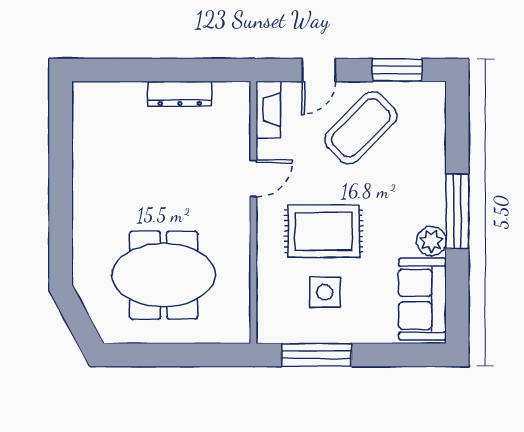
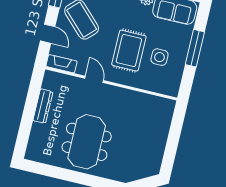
meeting table: (164, 275) -> (87, 142), moved
window: (316, 355) -> (195, 48), moved

